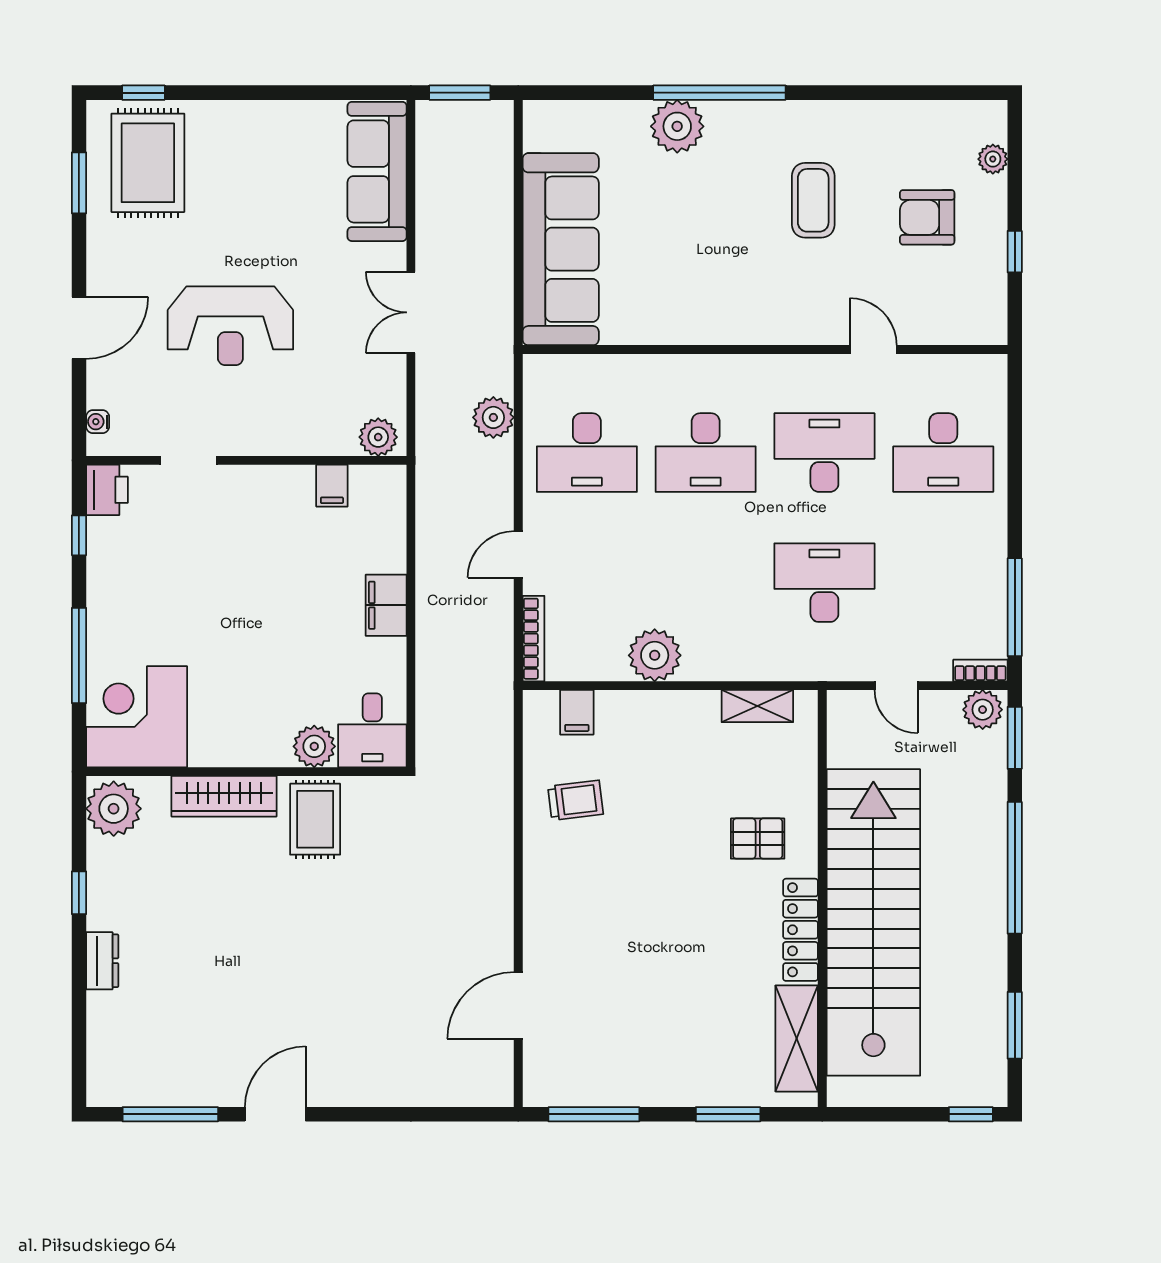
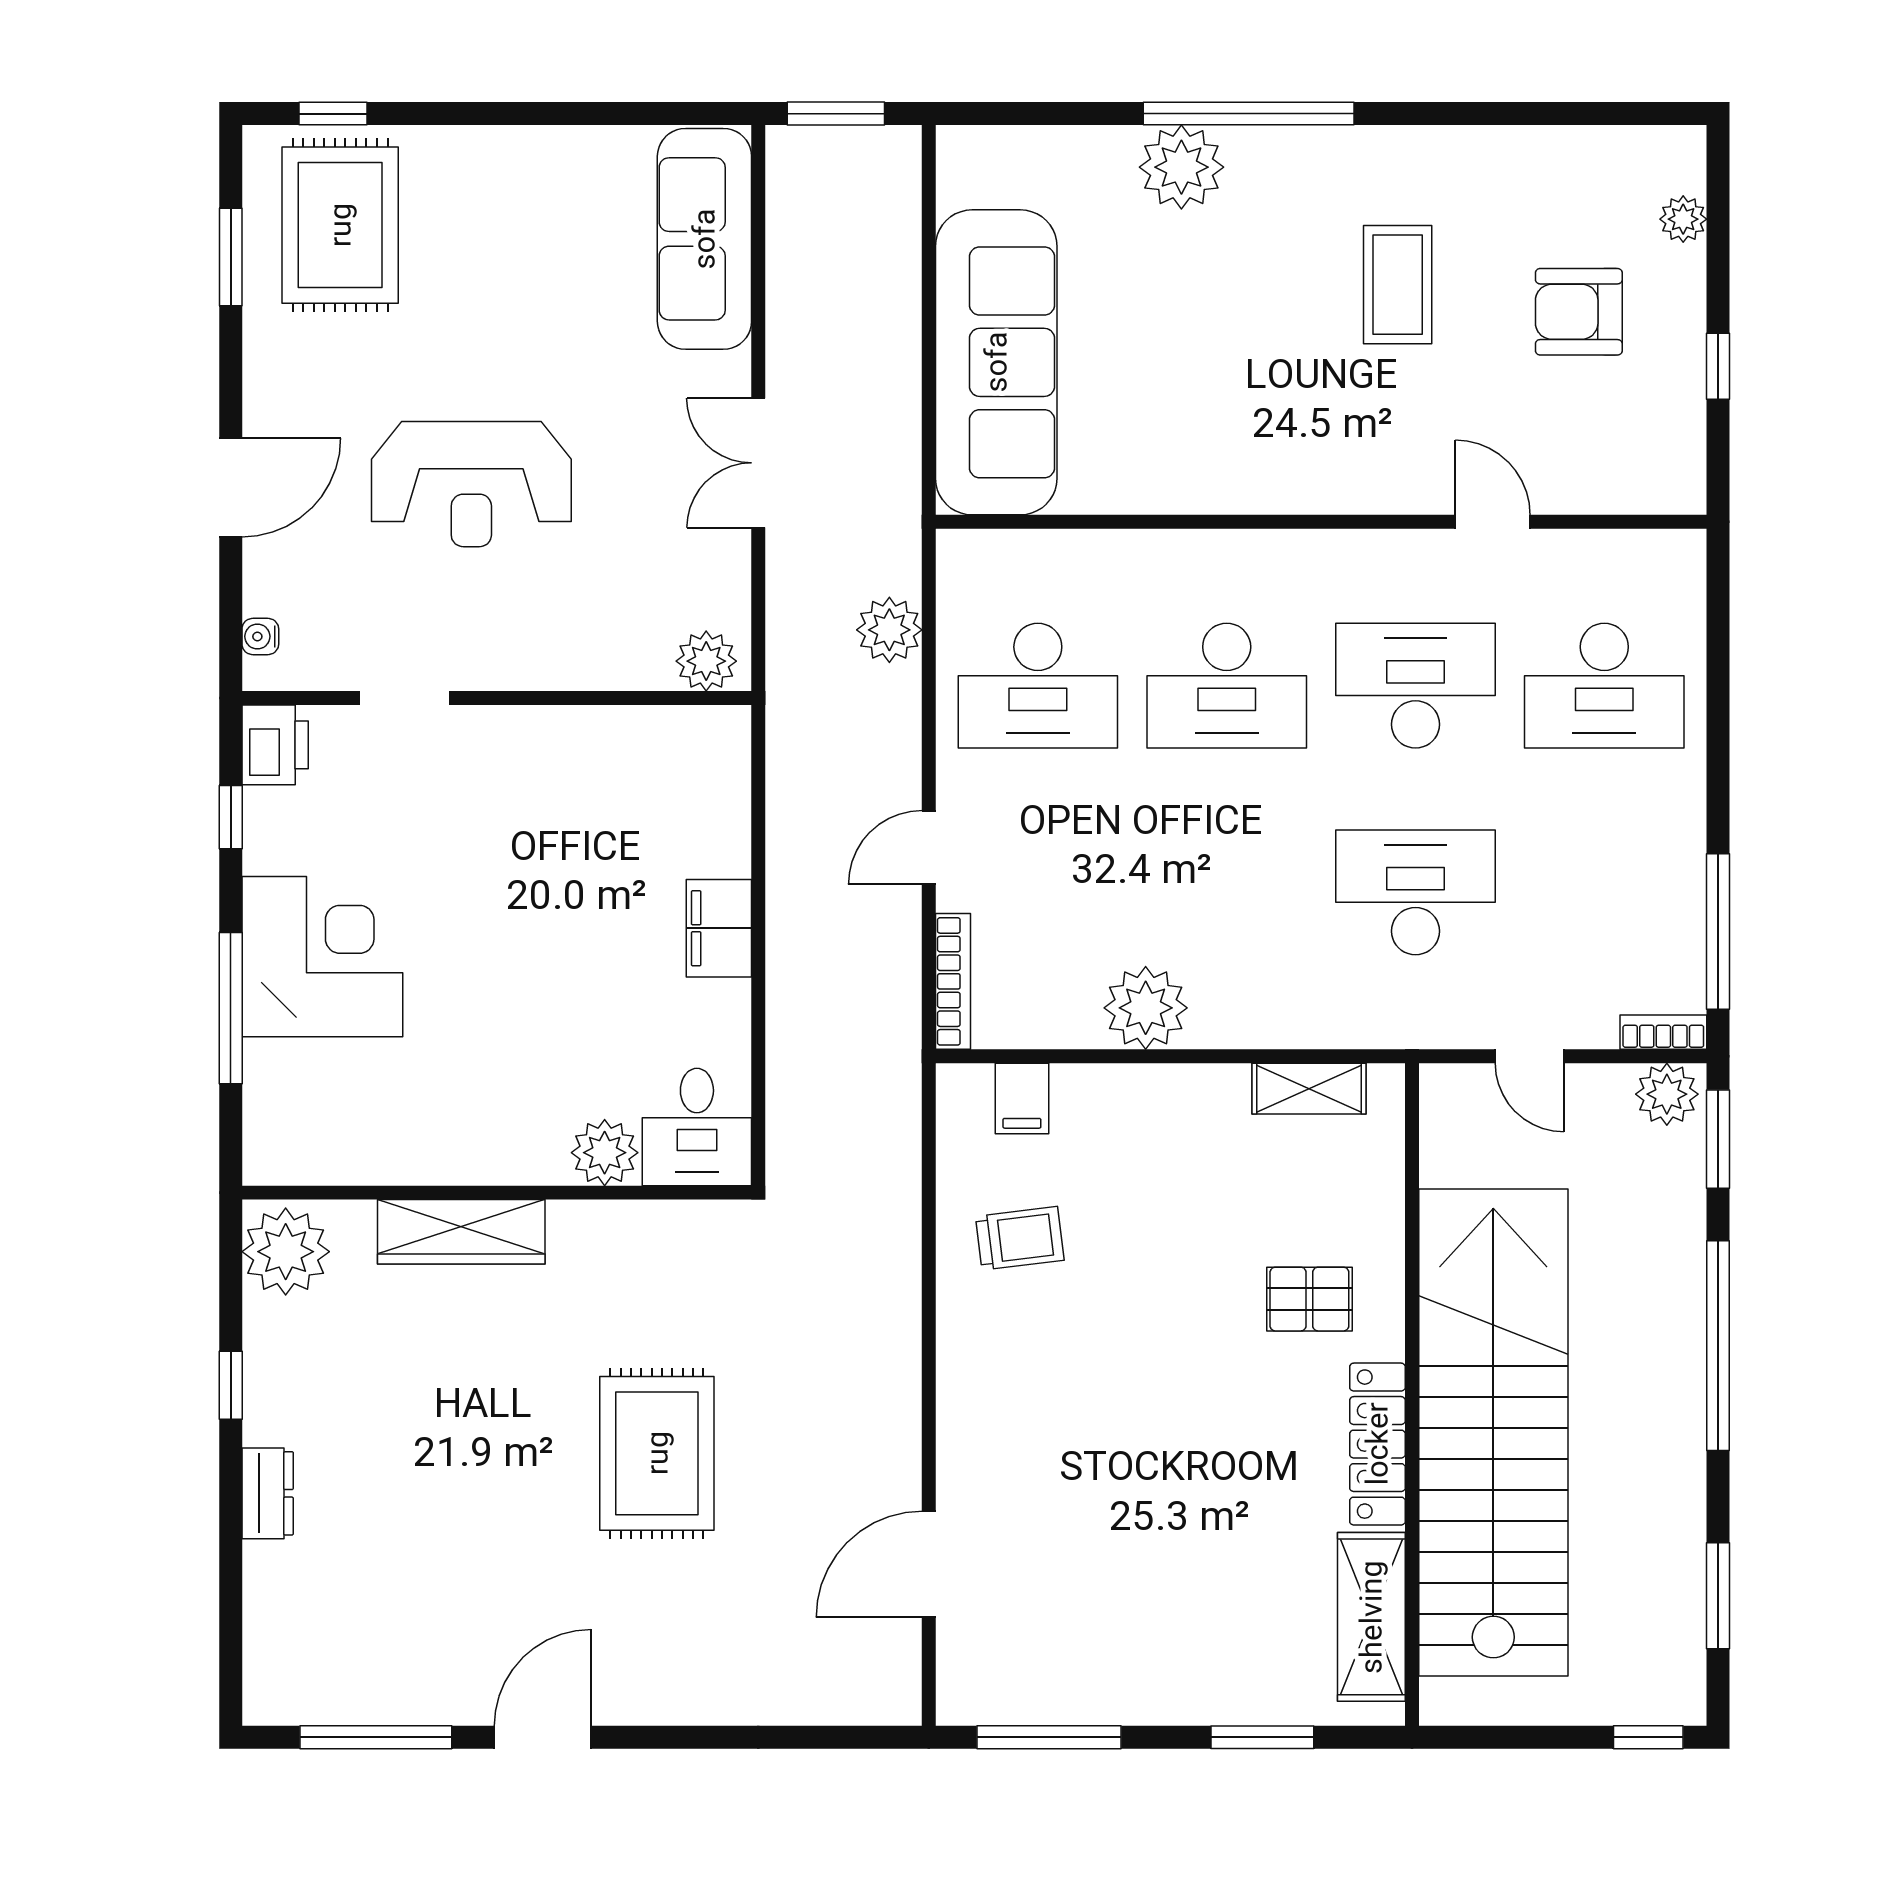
filing cabinet: (332, 486) -> (633, 738), removed
corner desk: (137, 717) -> (322, 957), moved, turned 90
rug: (315, 819) -> (657, 1453), moved, width x1.36, depth x1.43

